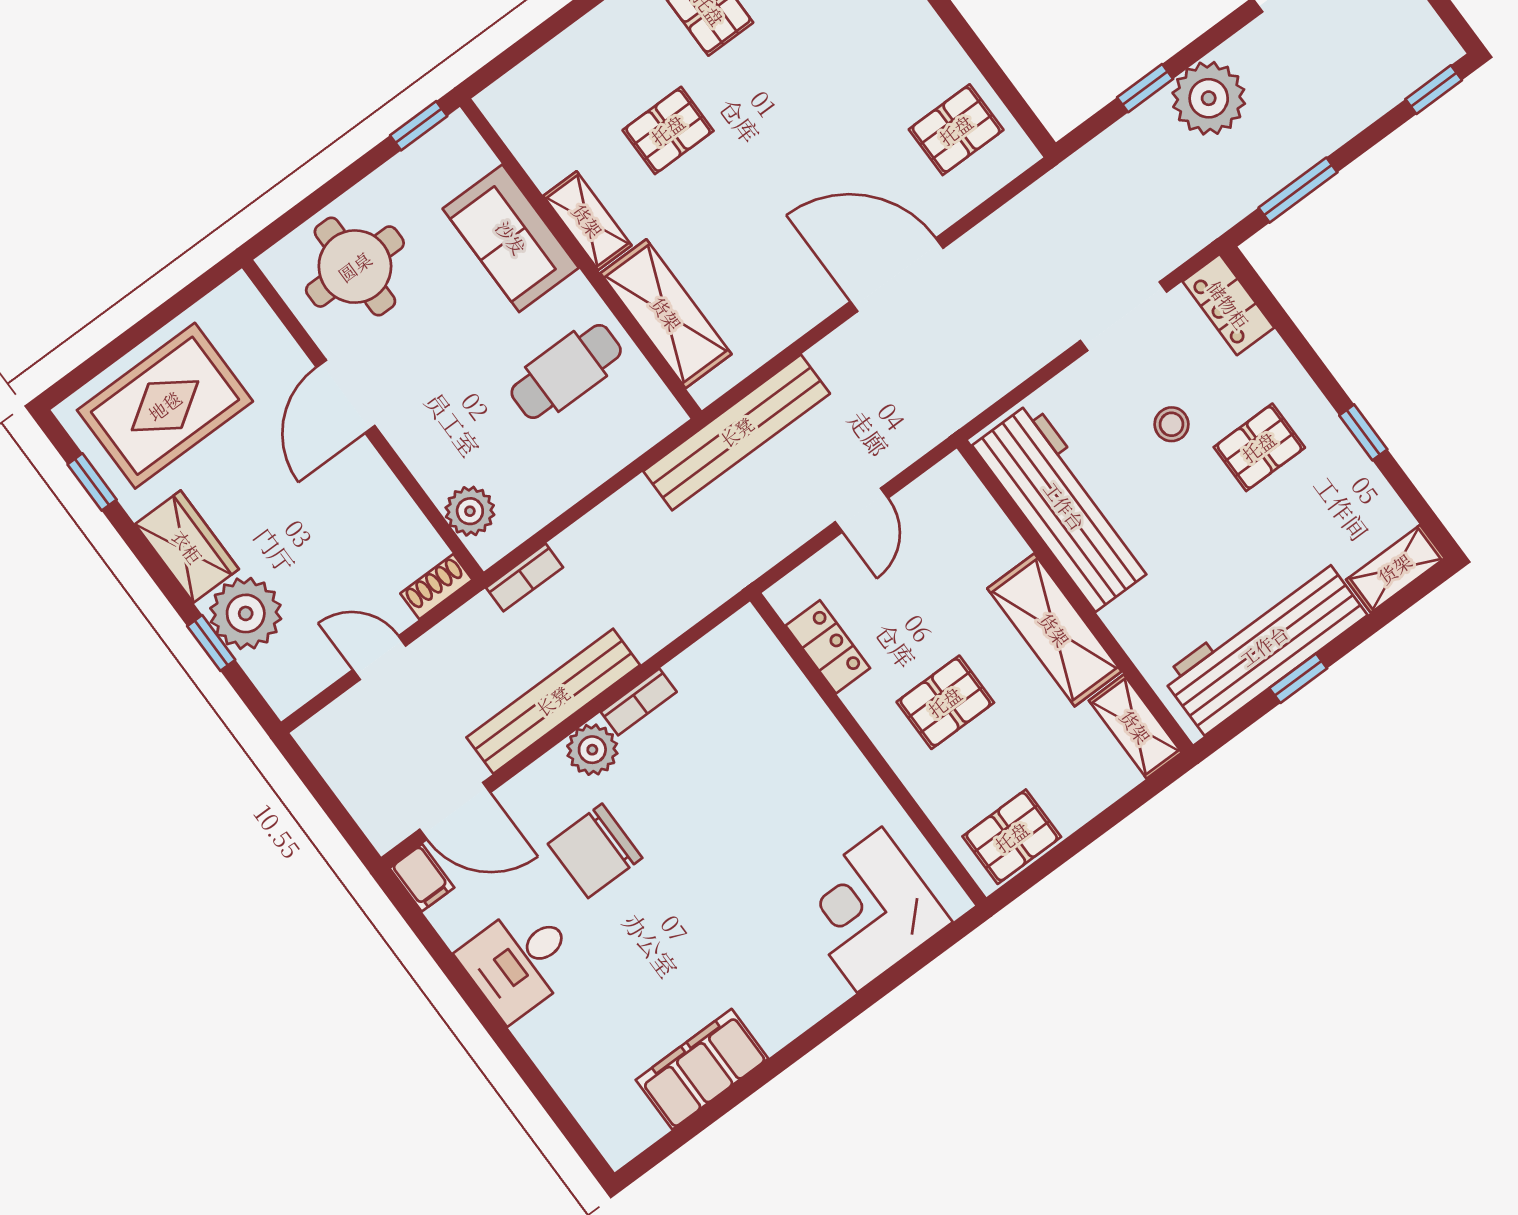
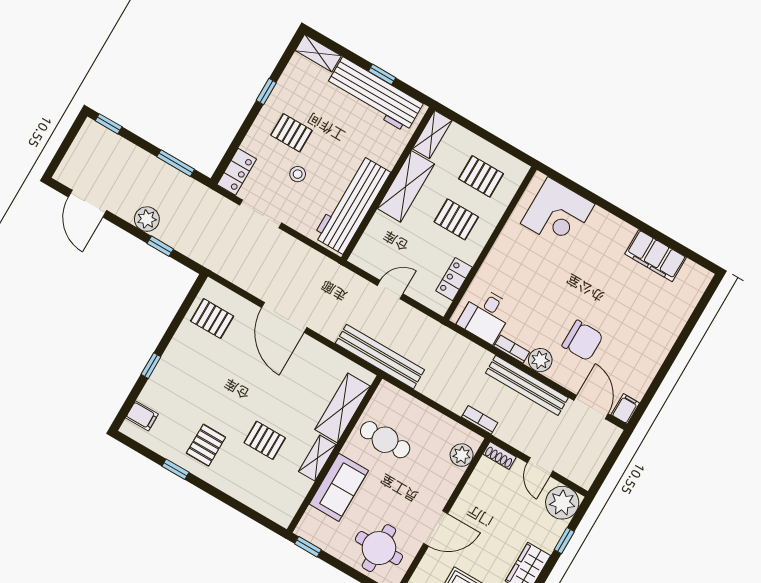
plant: (1209, 98) -> (147, 219), width x0.73, depth x0.73
plant: (246, 613) -> (562, 503), moved
pallet: (1012, 837) -> (481, 176), moved
desk: (520, 961) -> (486, 315), moved, turned 90

